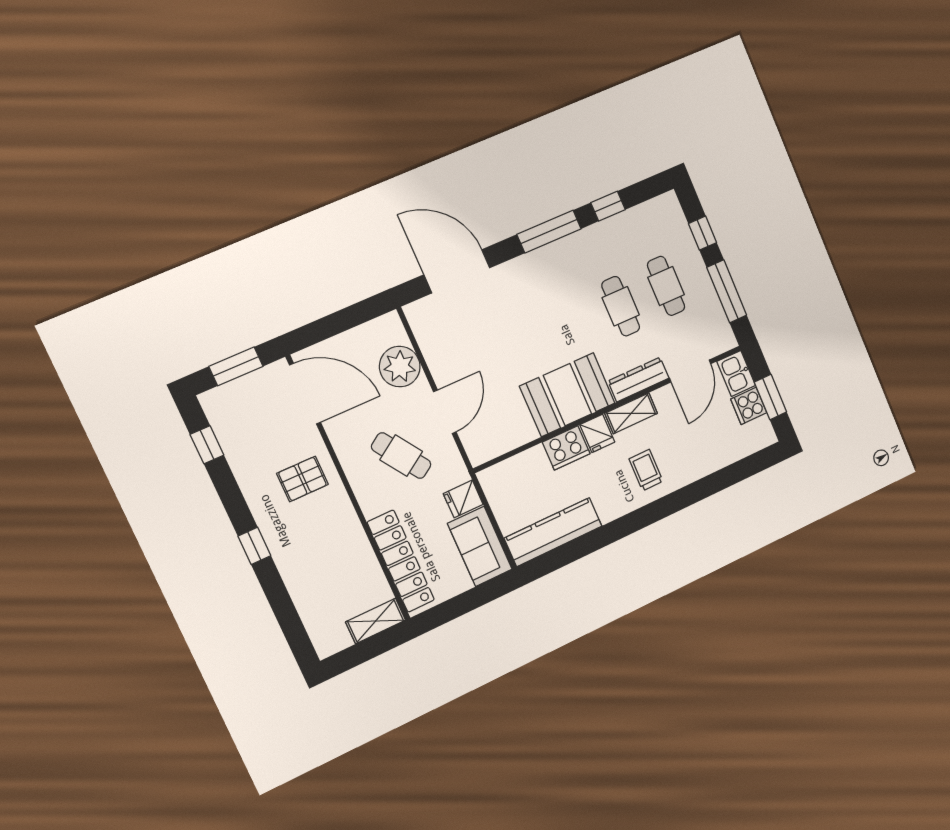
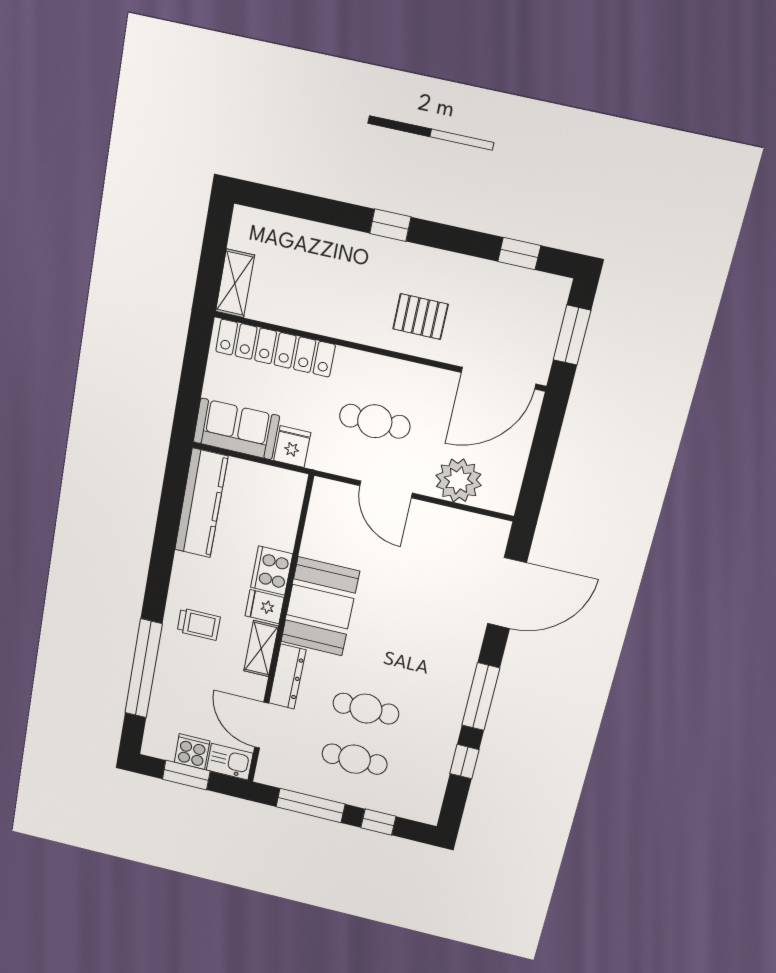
cafe table: (401, 456) -> (375, 421), turned 34
pallet: (302, 479) -> (420, 317), turned 90
window: (710, 485) -> (143, 669), added

